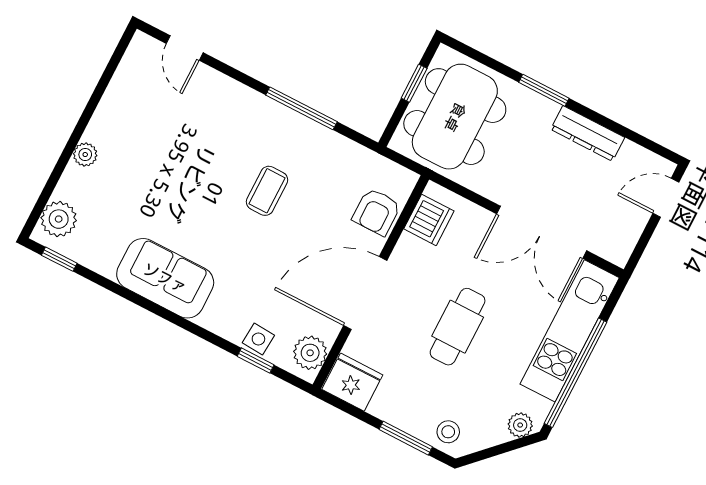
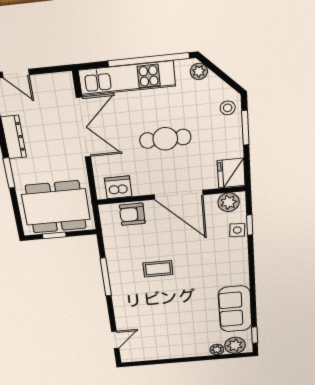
plant: (85, 155) -> (217, 350), moved
armchair: (377, 212) -> (132, 214), turned 180
sofa: (165, 278) -> (235, 309), moved

